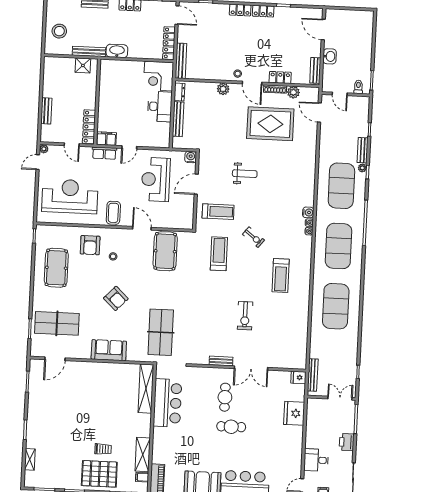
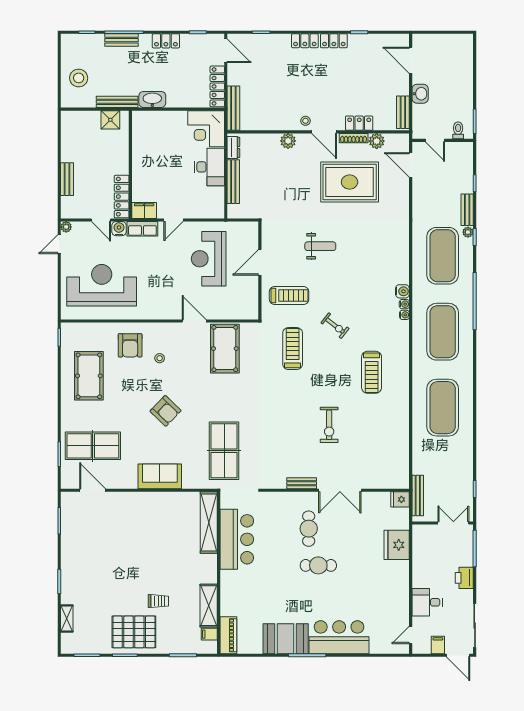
water cooler: (191, 157) -> (119, 229), moved
coffee table: (113, 213) -> (157, 303), removed
door: (55, 359) -> (93, 490), swing flipped
pallet: (99, 474) -> (134, 632), moved

